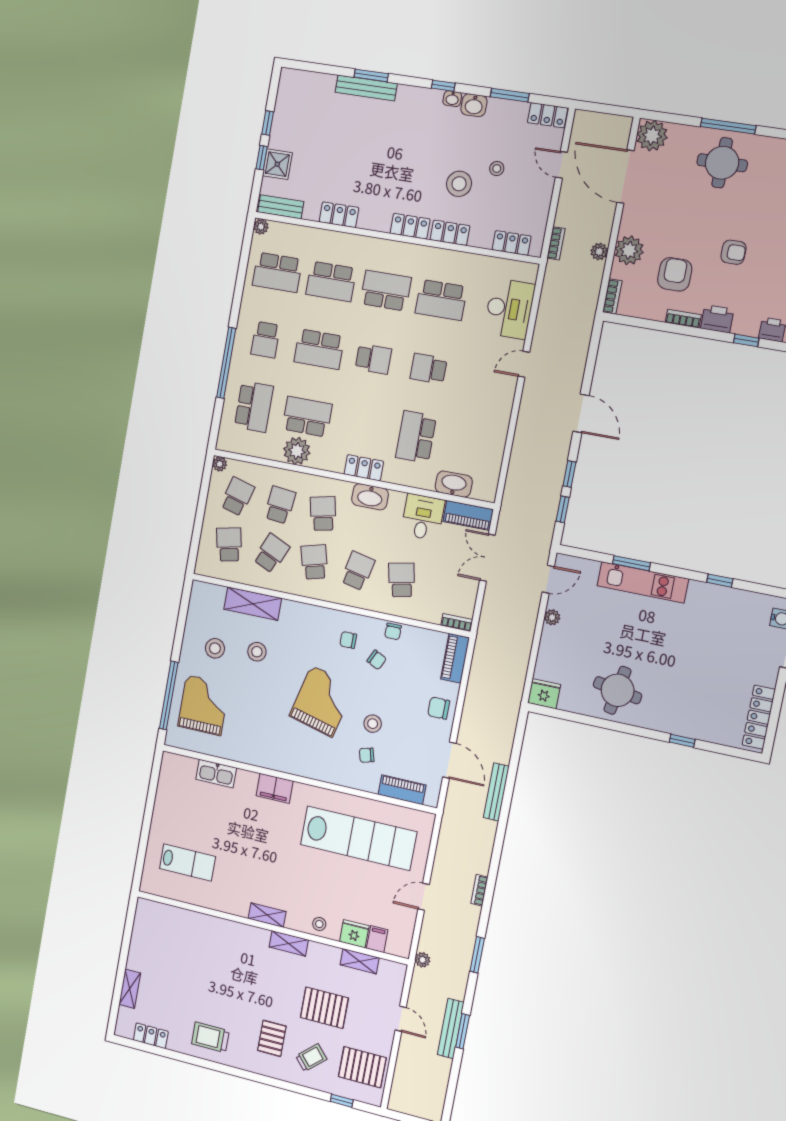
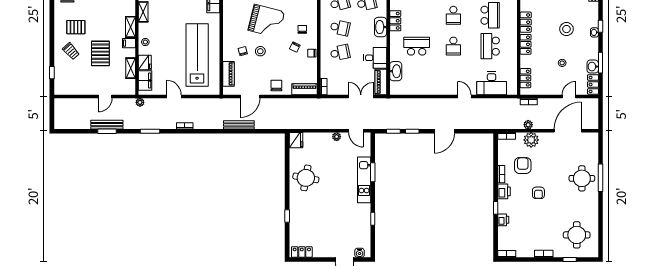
washbasin: (474, 105) -> (593, 67), moved
plant: (652, 136) -> (590, 140), removed
stool: (459, 184) -> (566, 29), moved
armchair: (675, 274) -> (523, 166), turned -90
school desk: (429, 369) -> (453, 46), turned 180
locker: (759, 717) -> (302, 252), width x0.66
lab bench: (358, 838) -> (197, 55), turned 180
filing cabinet: (377, 939) -> (145, 80), width x2.00
filing cabinet: (316, 953) -> (129, 43), added
pallet: (362, 1067) -> (73, 81), removed

